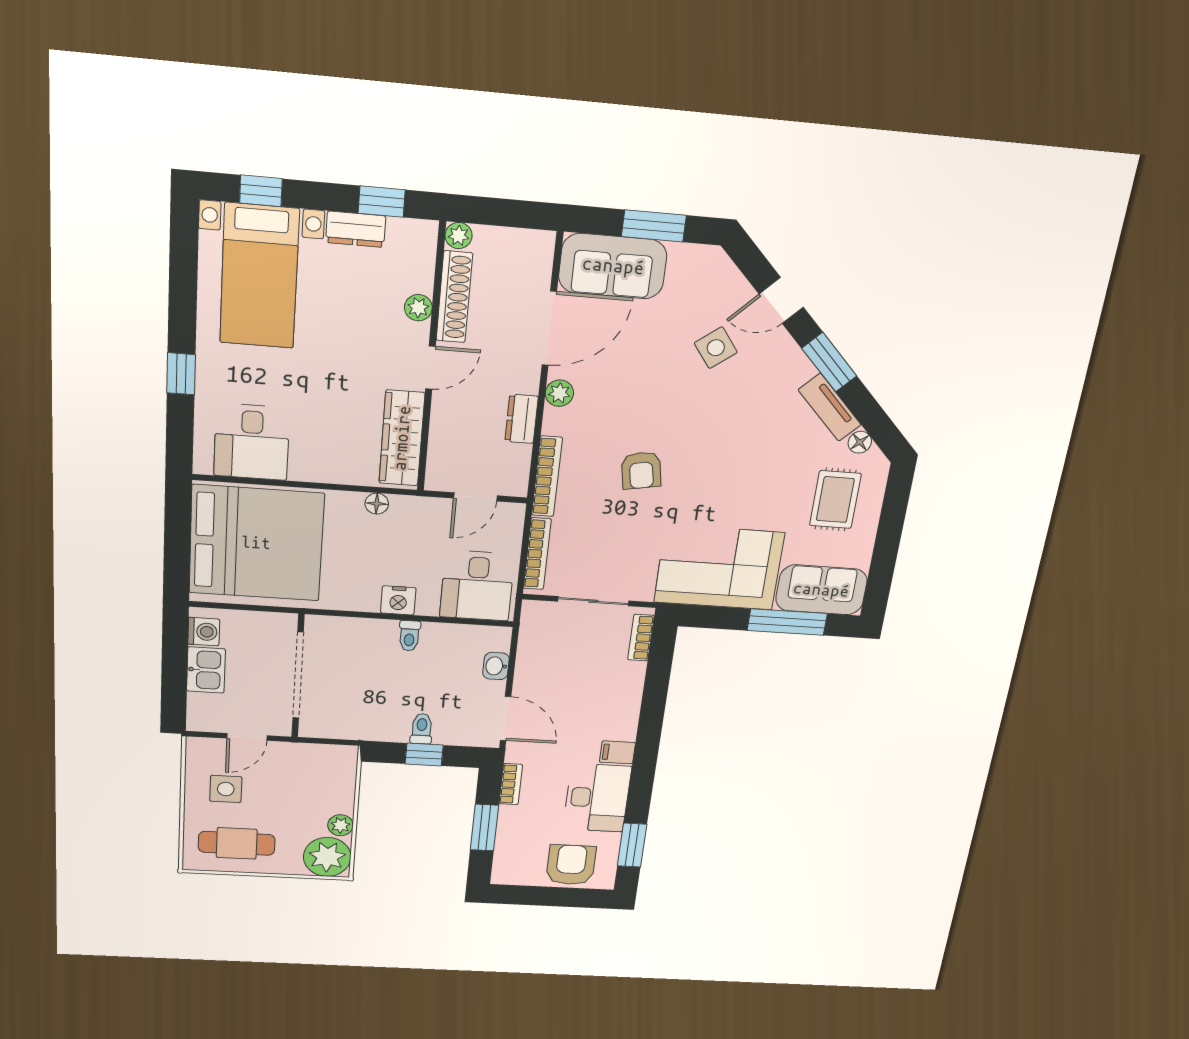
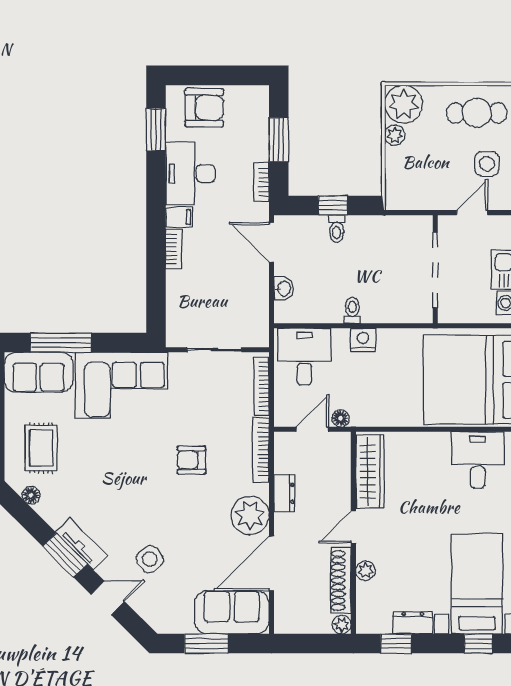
plant: (559, 393) -> (250, 515), width x1.88, depth x1.88
tv unit: (830, 407) -> (82, 544), moved
armchair: (641, 470) -> (191, 460), turned -80
floor lamp: (377, 504) -> (341, 418), moved
bookcase: (641, 638) -> (174, 249), moved
armchair: (571, 865) -> (204, 108), turned -90

